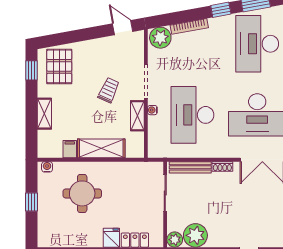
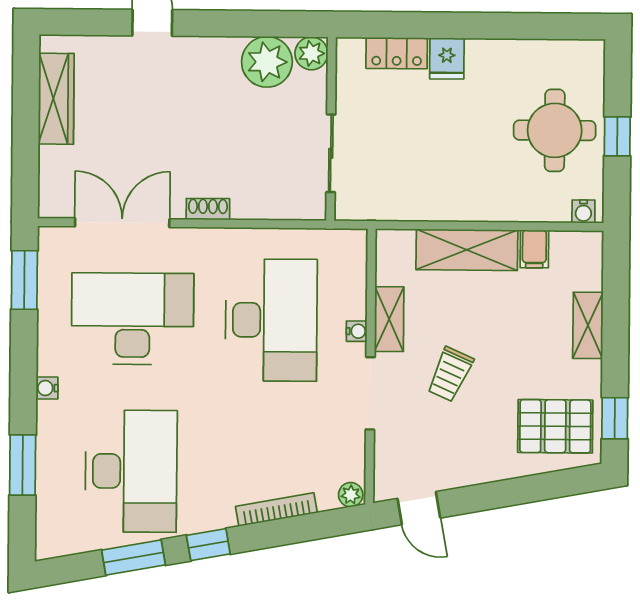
plant: (160, 38) -> (351, 495), width x0.53, depth x0.53
pallet: (59, 66) -> (555, 426), turned 90
bench: (190, 167) -> (277, 208), removed
round table: (82, 193) -> (555, 130), moved

